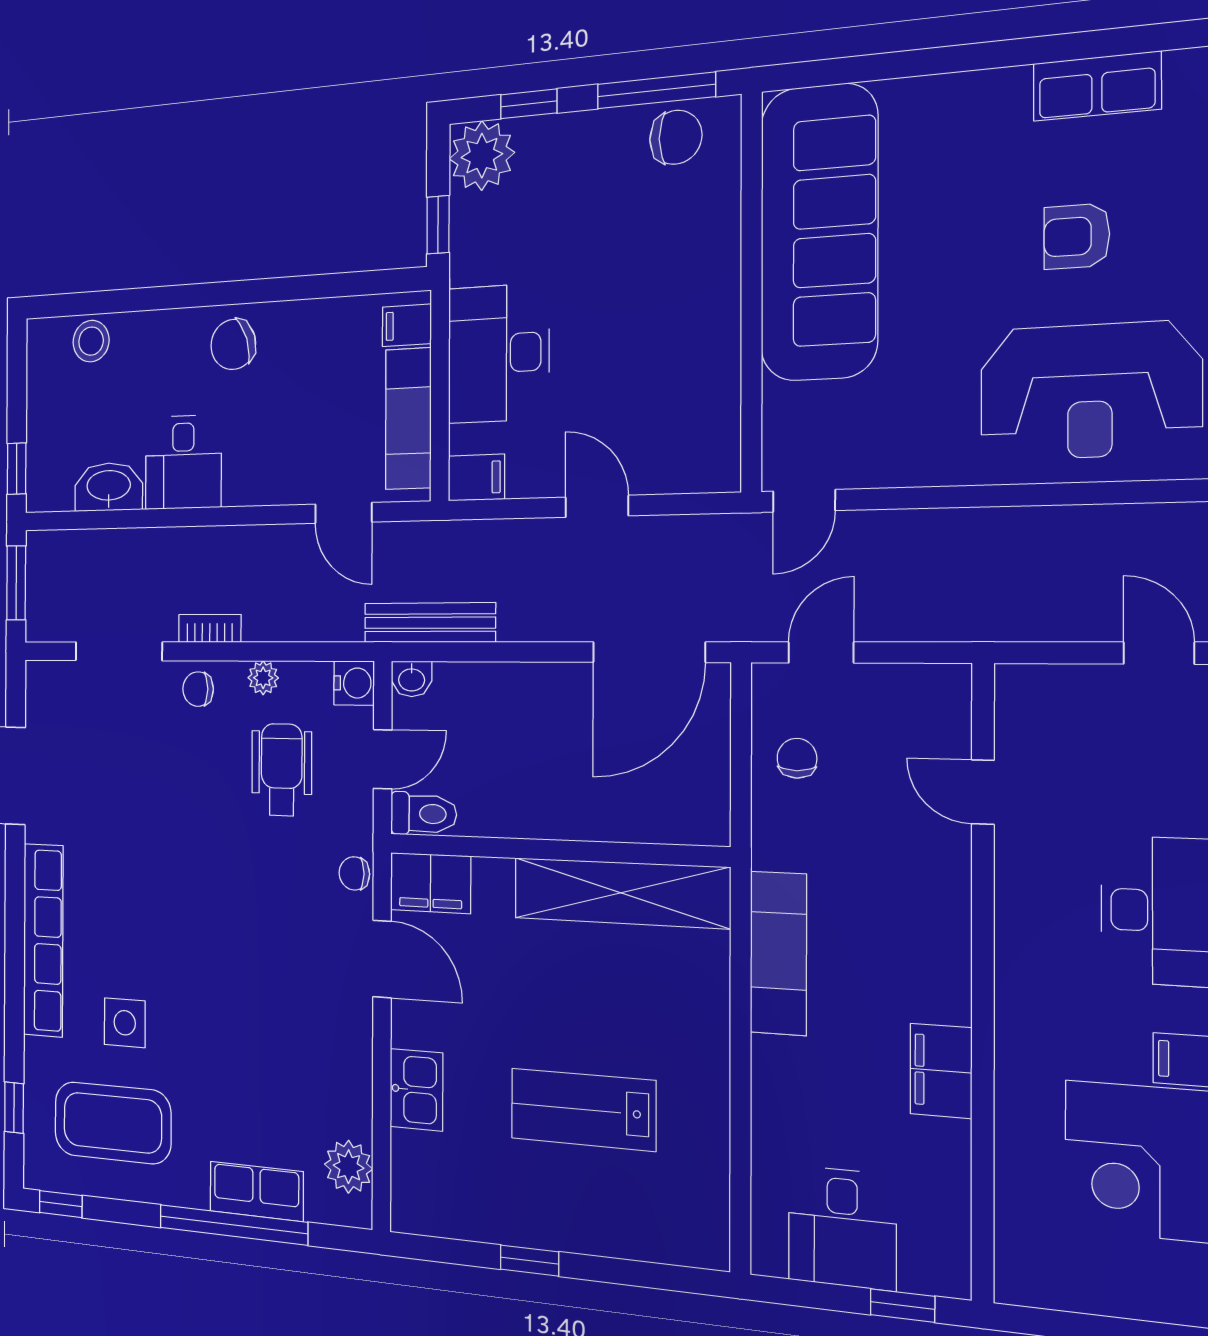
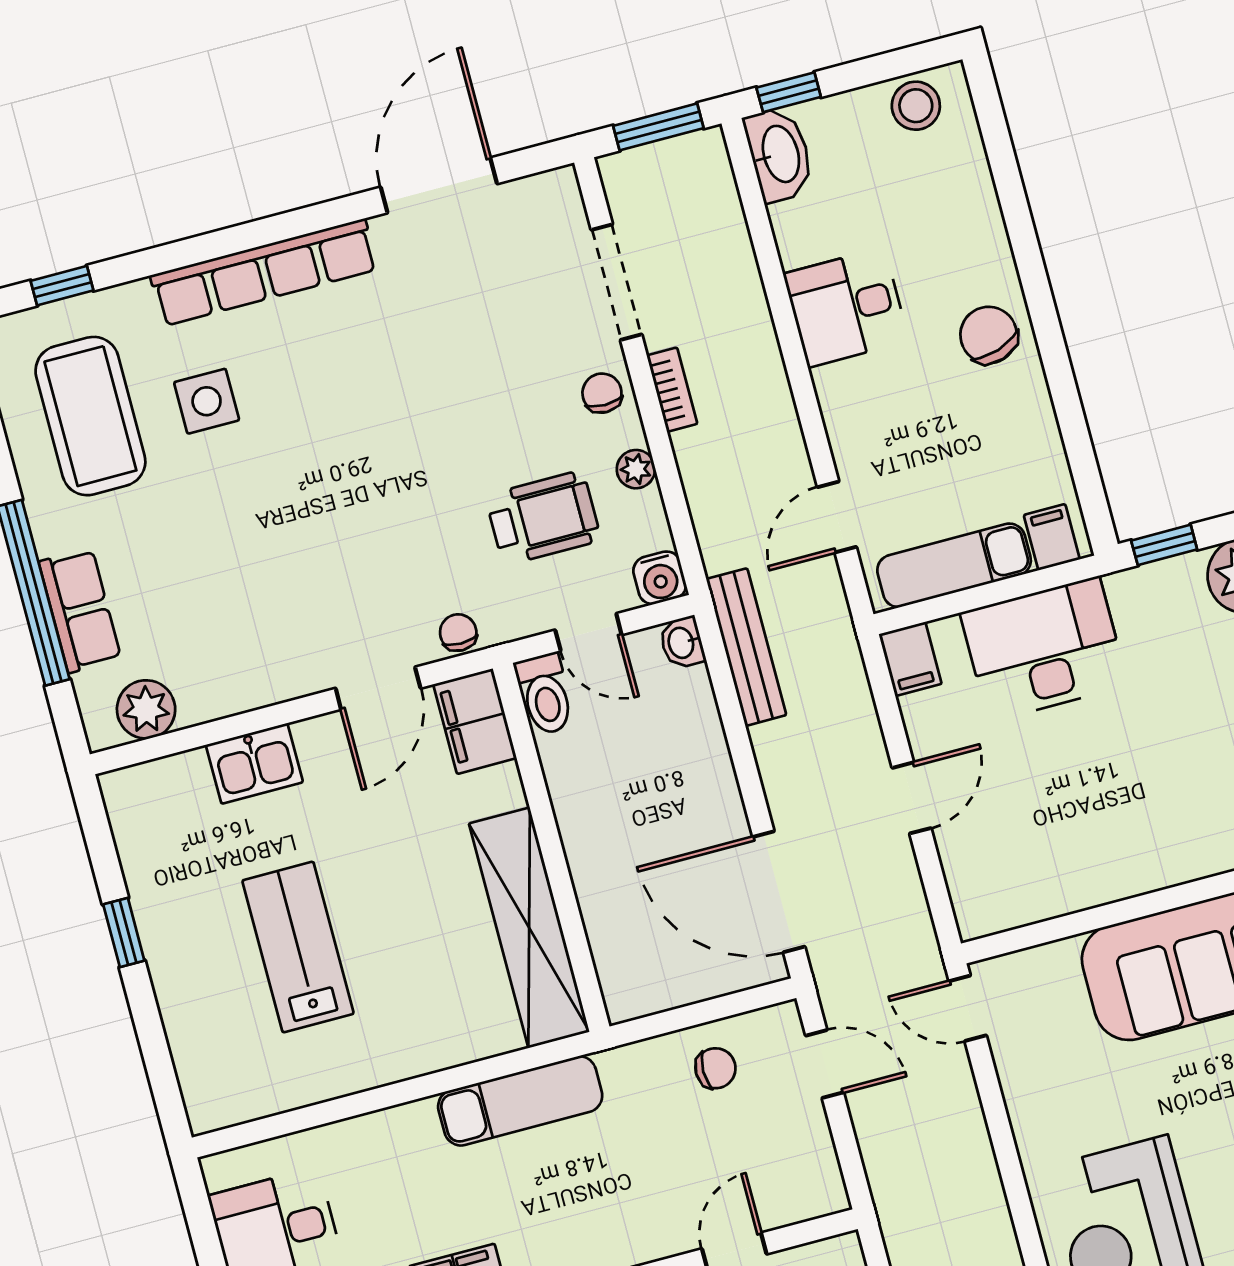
stool: (91, 341) -> (916, 106), moved
washbasin: (109, 487) -> (779, 154), moved

